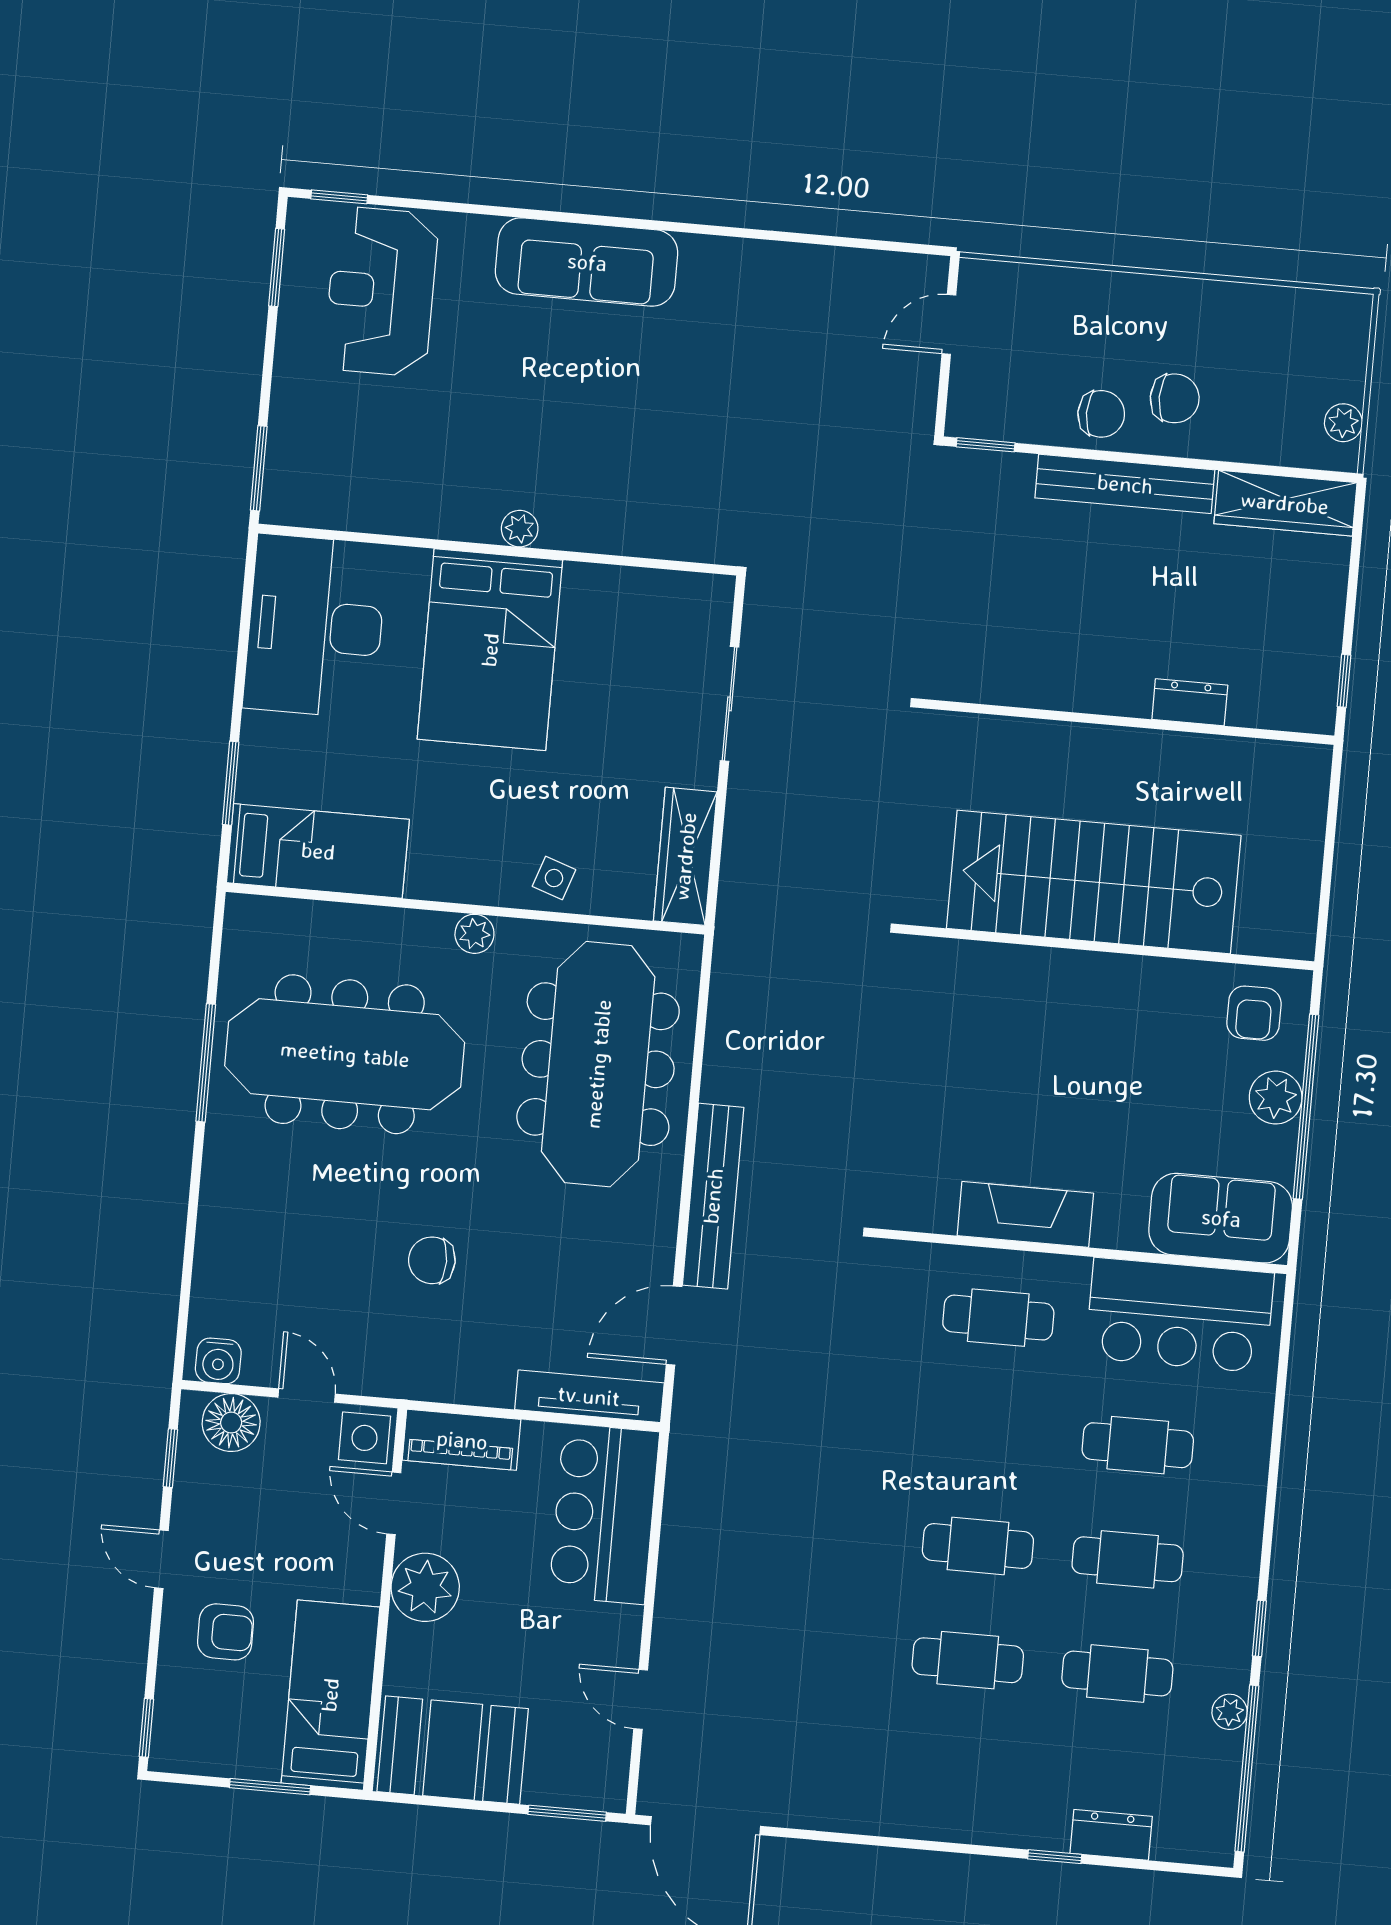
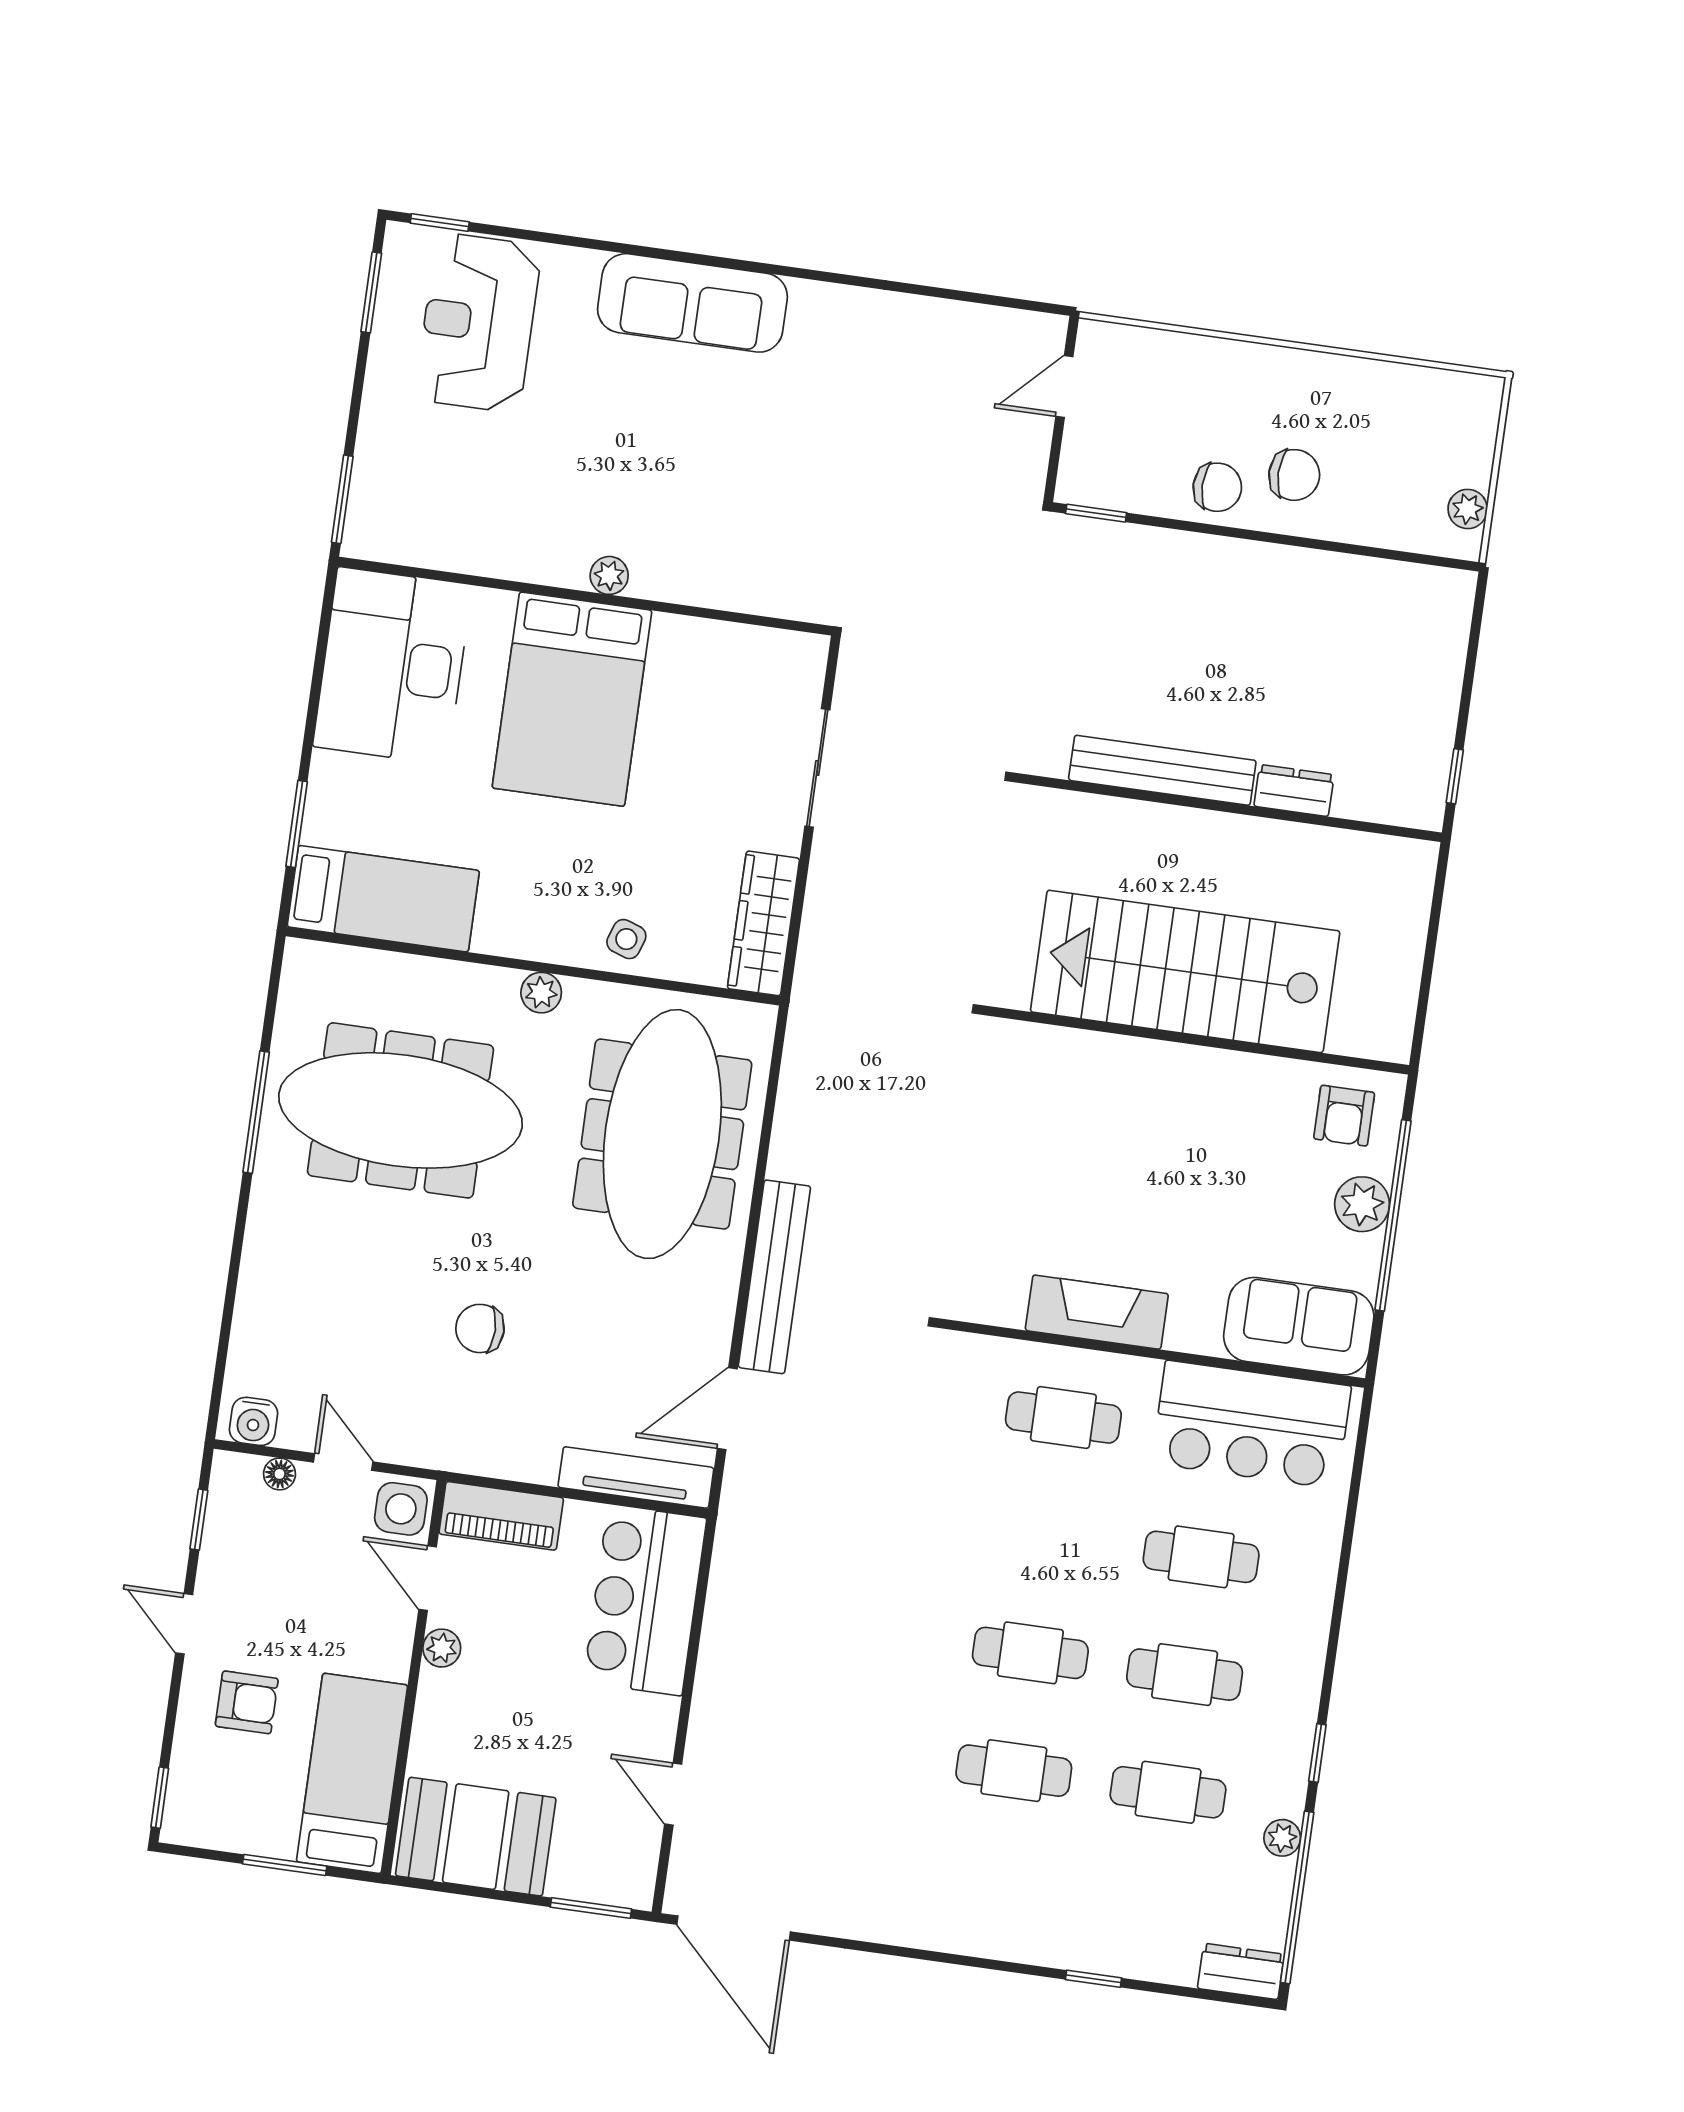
bench: (1125, 484) -> (1162, 770), moved
wardrobe: (1285, 503) -> (1403, 589), removed
floor lamp: (231, 1423) -> (279, 1474), width x0.53, depth x0.53
plant: (425, 1587) -> (442, 1648), width x0.53, depth x0.53
dresser: (1111, 1835) -> (1241, 1971), moved

